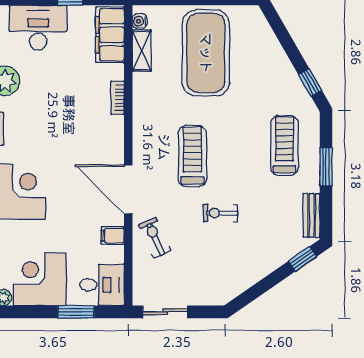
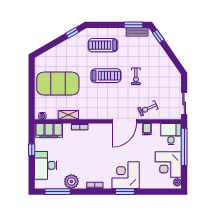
shelving: (142, 51) -> (68, 115), moved
treadmill: (192, 156) -> (106, 76), moved, turned 180
window: (326, 167) -> (133, 25), moved
window: (76, 312) -> (184, 147), width x2.11

